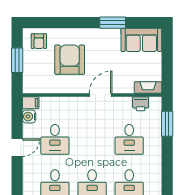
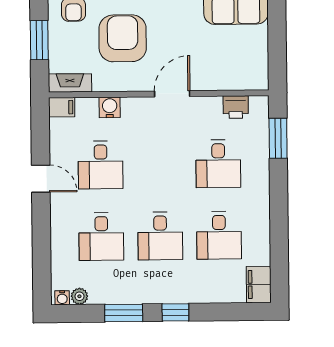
fireplace: (148, 87) -> (70, 83), moved
water cooler: (29, 117) -> (110, 107), moved, turned 90
door: (17, 148) -> (41, 179), hinge flipped

